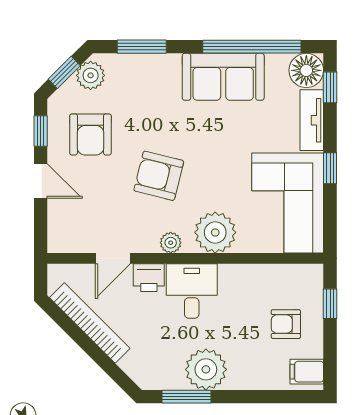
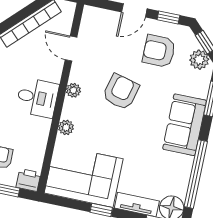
sofa: (223, 77) -> (185, 125), moved
plant: (215, 232) -> (66, 127), width x0.53, depth x0.53
printer: (149, 278) -> (29, 180), moved, turned 90

